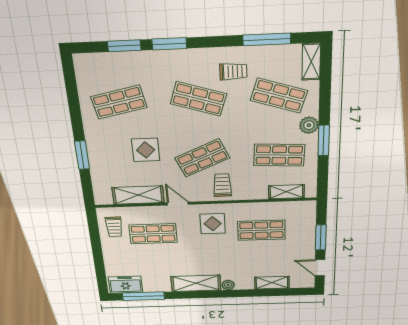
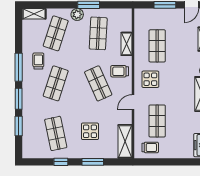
window: (267, 39) -> (19, 67), moved
window: (75, 111) -> (61, 162), added
display table: (146, 150) -> (90, 131), moved
shelving: (286, 192) -> (126, 44), moved
shelving: (138, 195) -> (125, 141), moved

